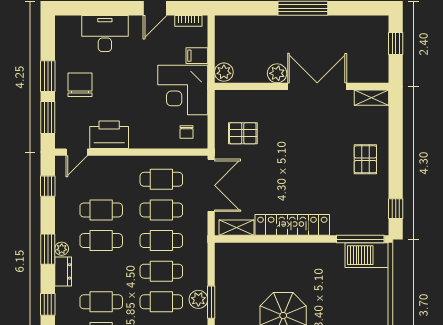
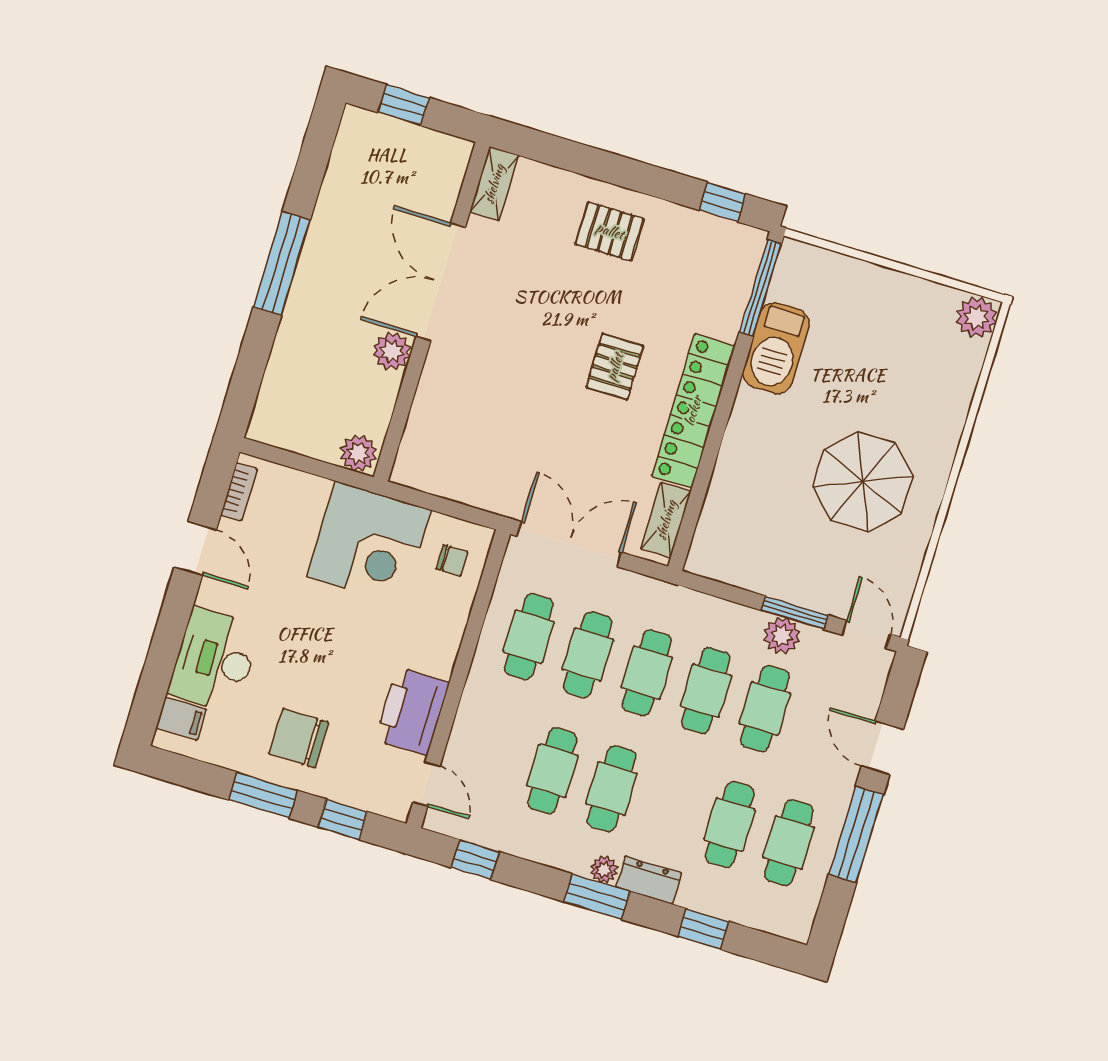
filing cabinet: (197, 56) -> (181, 719), moved, turned -90
window: (48, 117) -> (343, 819), width x0.67
pallet: (243, 133) -> (615, 367), moved
barbecue: (367, 255) -> (776, 348), moved

